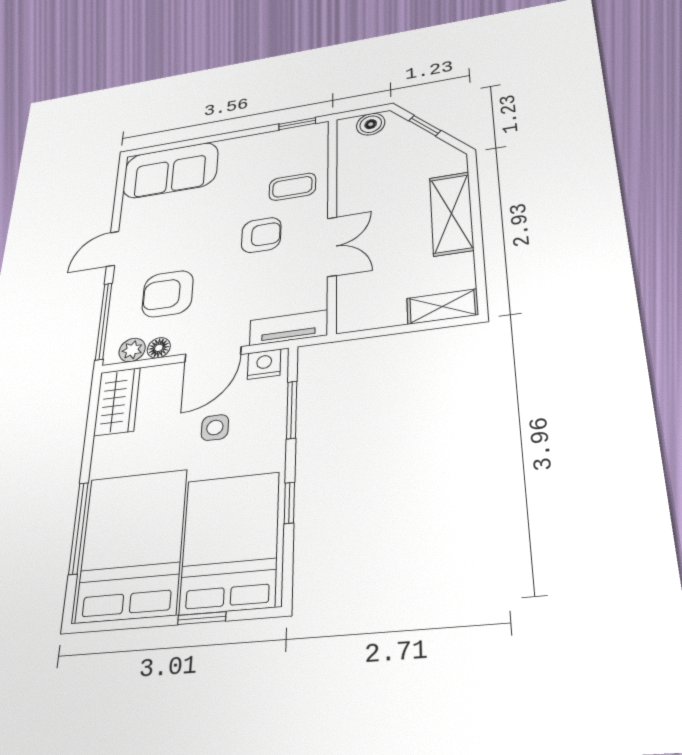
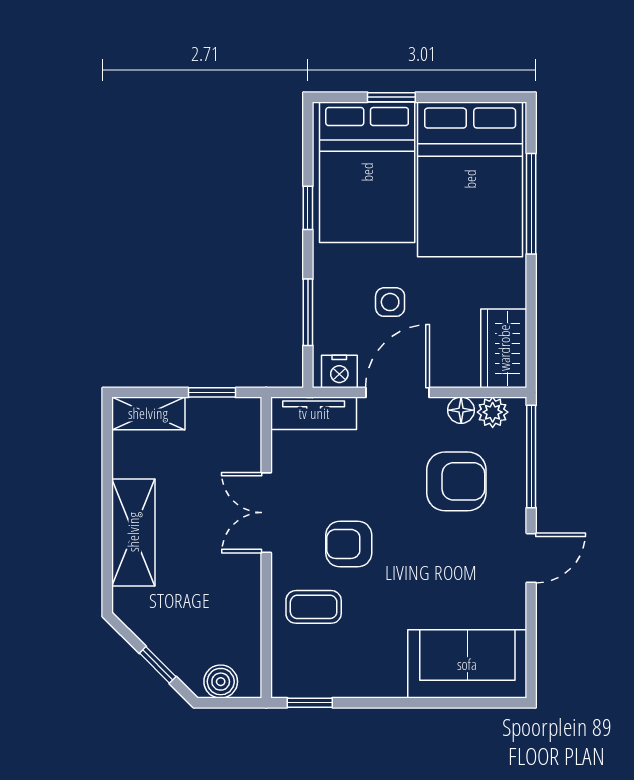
window: (382, 332) -> (212, 392), added

